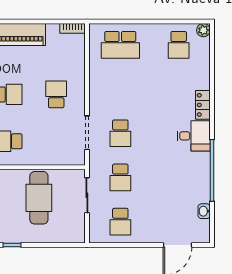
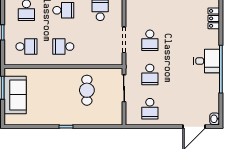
desk: (194, 136) -> (207, 61), moved
cafe table: (39, 198) -> (87, 90), width x0.73, depth x0.74
washbasin: (204, 211) -> (215, 119), moved

